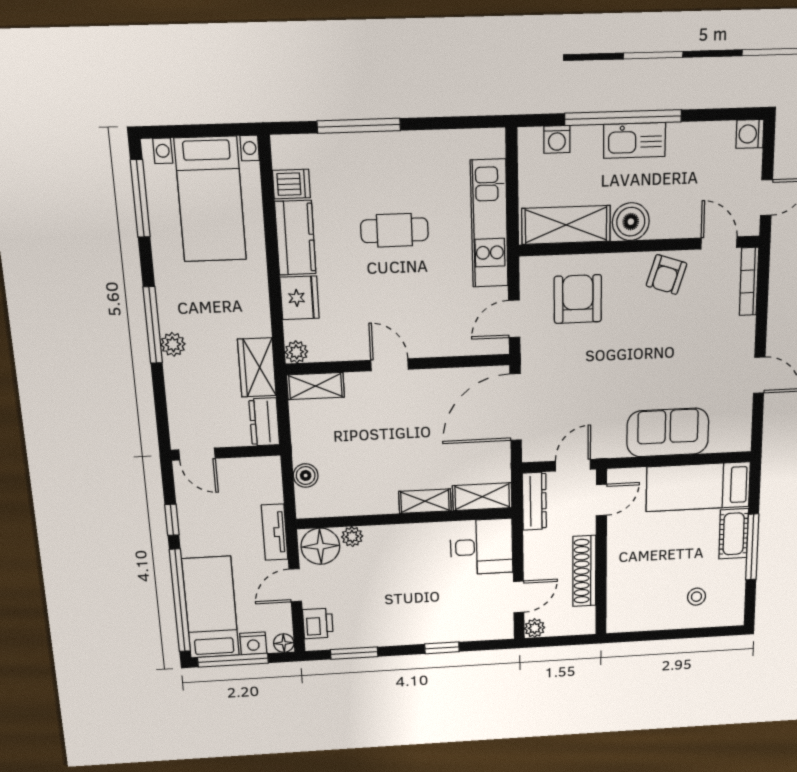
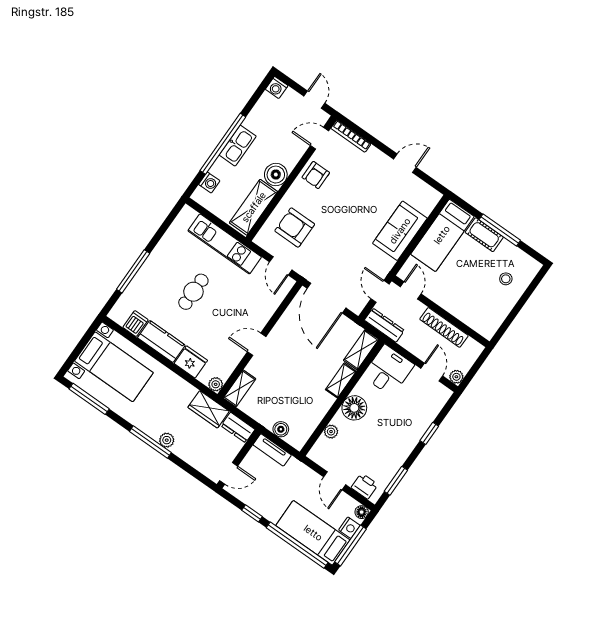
armchair: (666, 275) -> (316, 175), turned 72
tv unit: (275, 532) -> (272, 450), moved
floor lamp: (320, 546) -> (354, 408), moved

